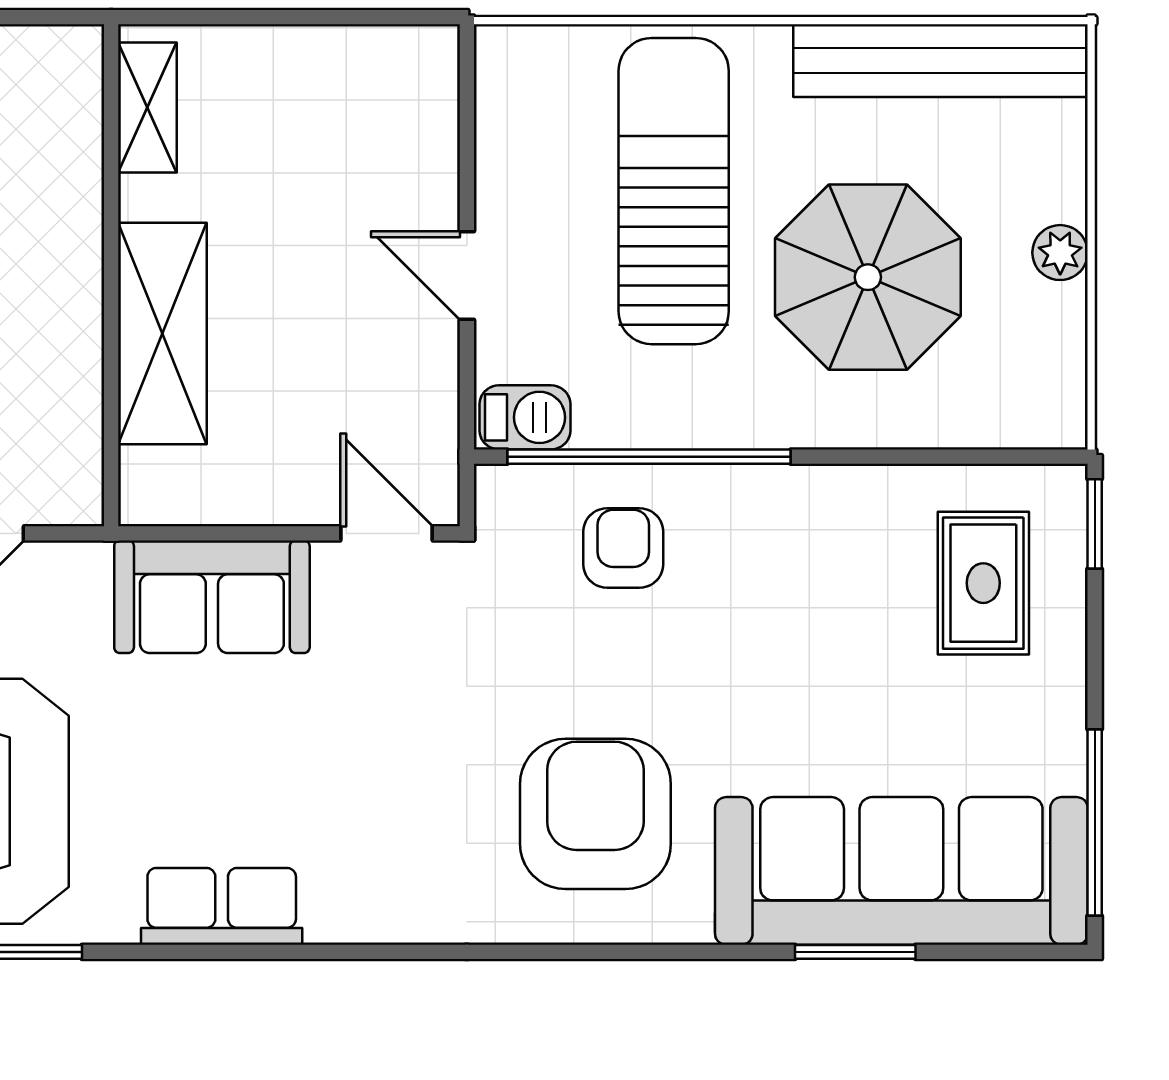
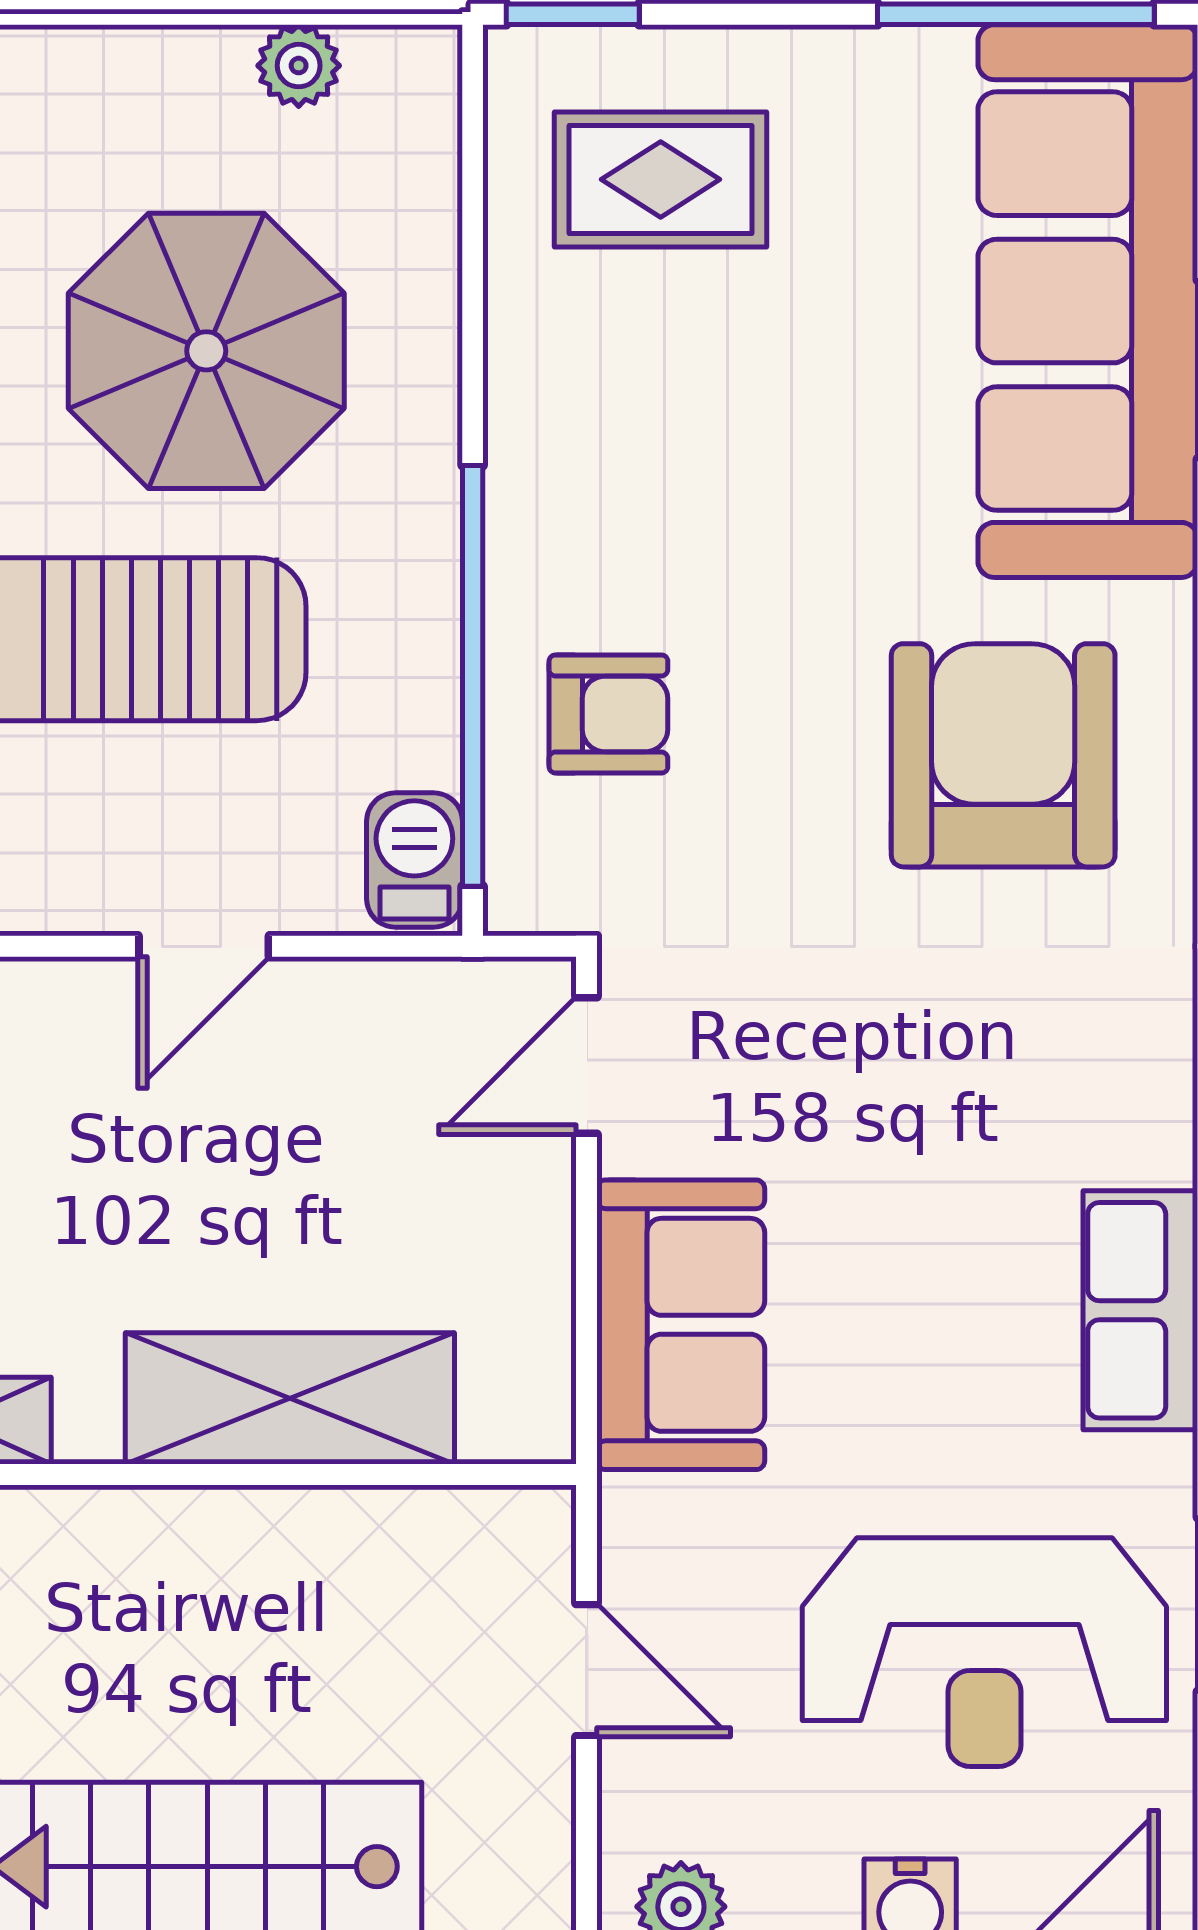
plant: (1060, 253) -> (299, 66), moved
armchair: (623, 548) -> (608, 714), turned 180
armchair: (595, 814) -> (1003, 755), turned 90

